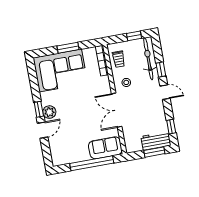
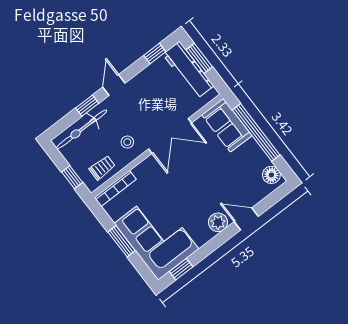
window: (134, 36) -> (72, 177), moved
window: (39, 109) -> (181, 269), moved
workbench: (156, 141) -> (188, 70), width x1.38
floor lamp: (61, 159) -> (271, 175), added

